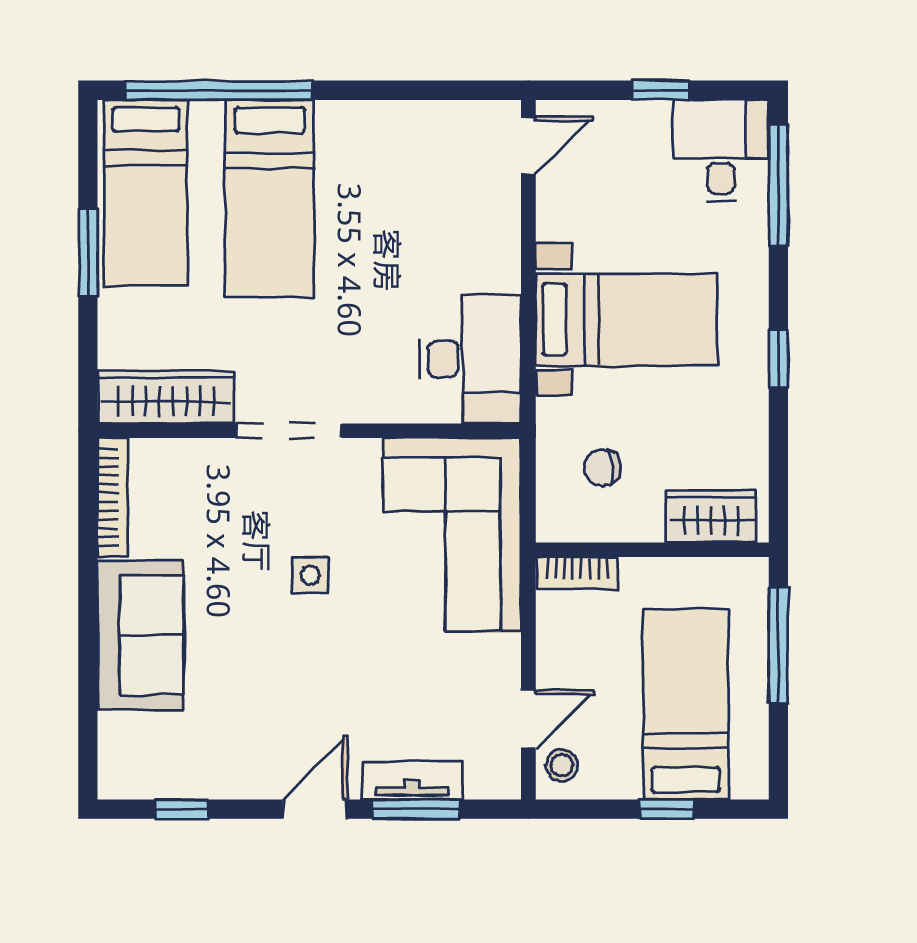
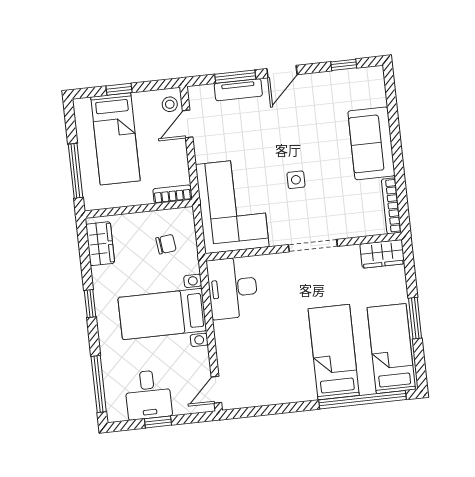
desk: (721, 151) -> (148, 395), moved
wardrobe: (166, 397) -> (382, 254), width x0.67
wardrobe: (711, 516) -> (100, 244), moved, turned -90

